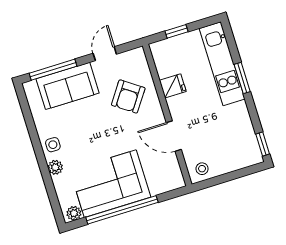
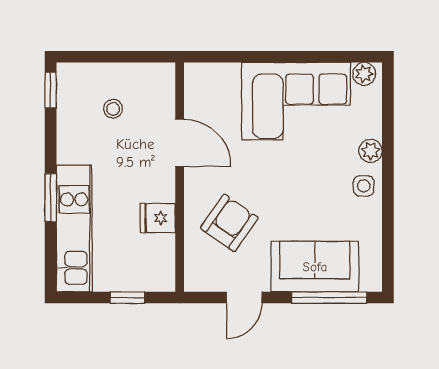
stool: (202, 169) -> (113, 109), moved
window: (122, 210) -> (291, 57), removed

